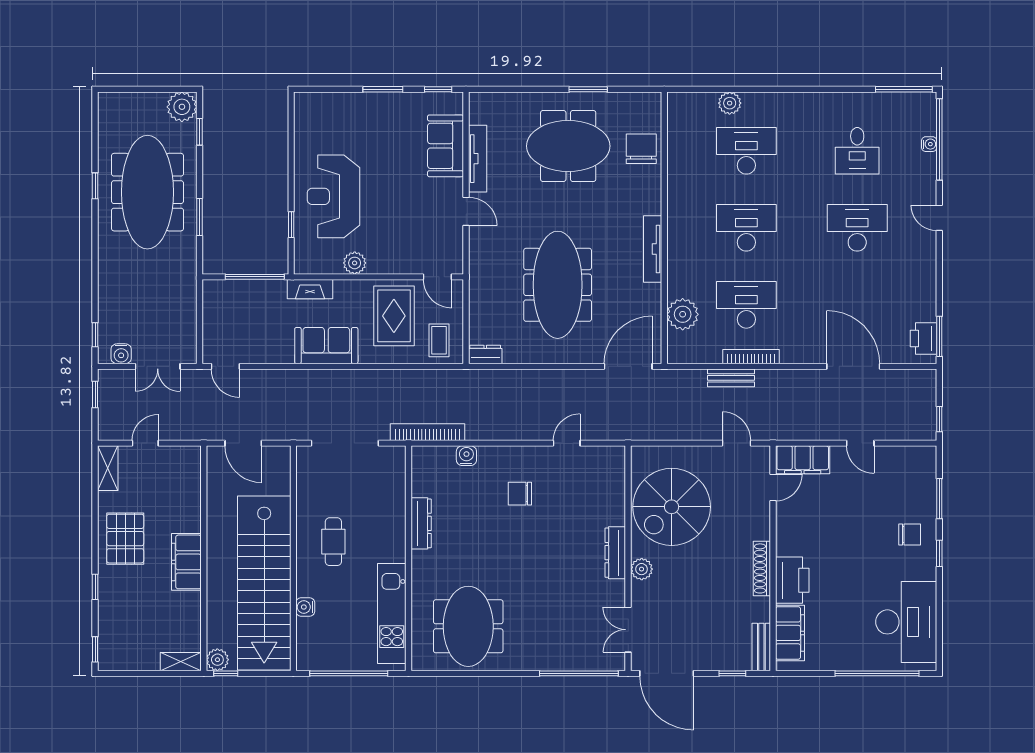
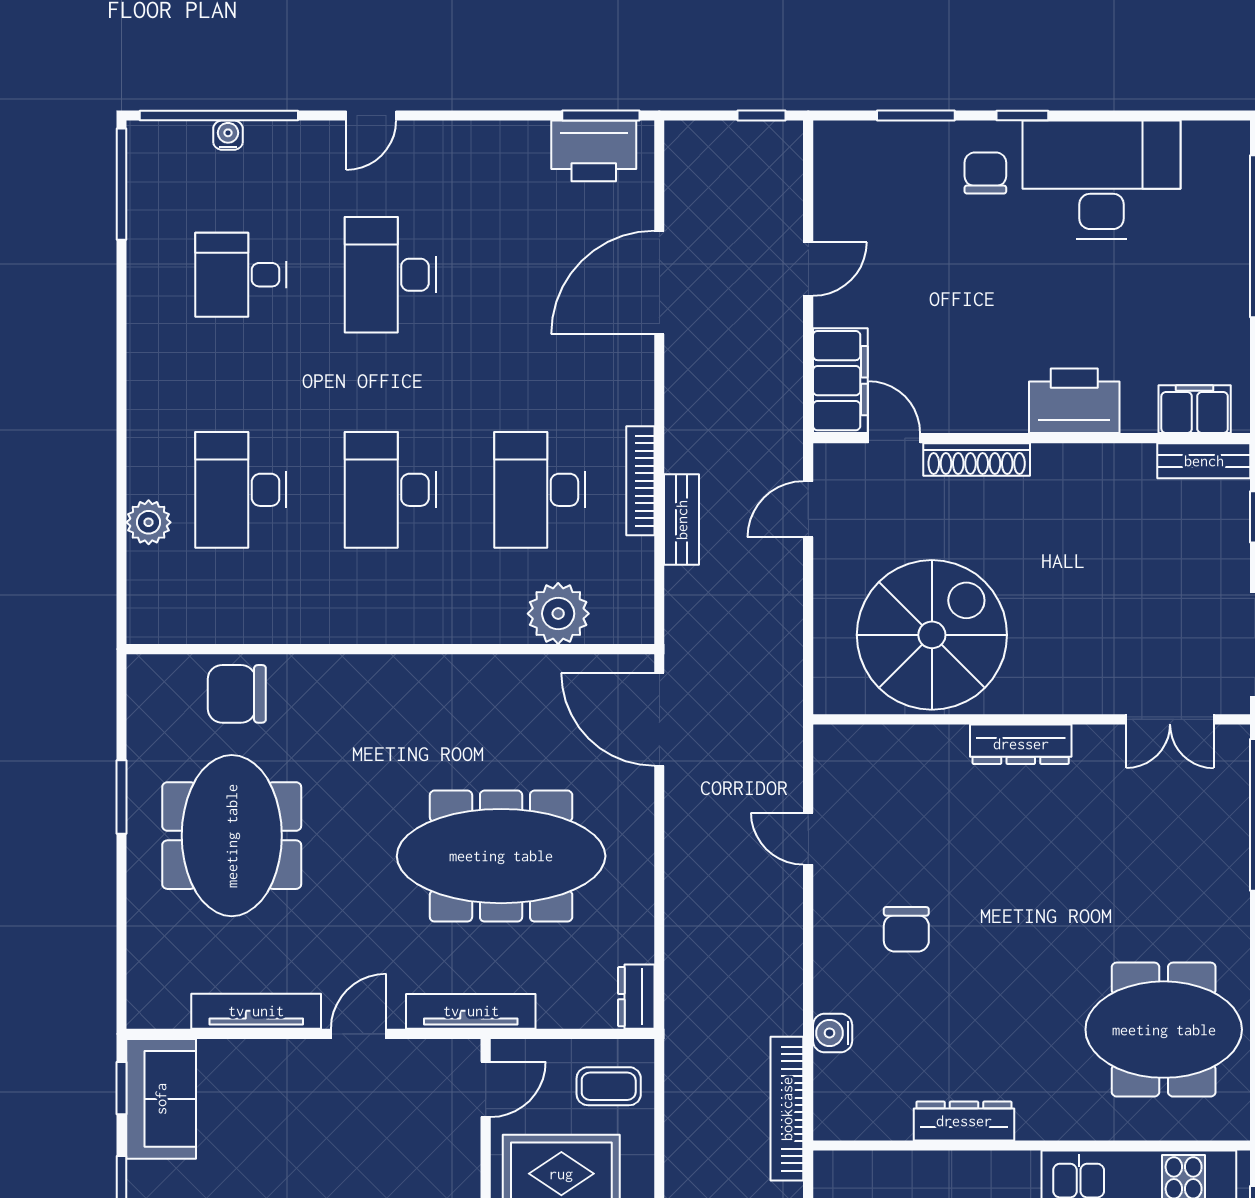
sofa: (446, 146) -> (161, 1099), moved, turned -90
desk: (857, 151) -> (241, 275), turned 180
tv unit: (653, 249) -> (471, 1011), moved, turned 180
printer: (924, 339) -> (594, 151), width x1.37, depth x1.19
spiral stairs: (672, 507) -> (932, 635), turned -90
shoe rack: (762, 568) -> (977, 460), moved
plant: (642, 569) -> (1053, 693), removed
desk: (906, 622) -> (1102, 180), moved
filing cabinet: (790, 633) -> (1195, 409), width x0.67, depth x0.86

